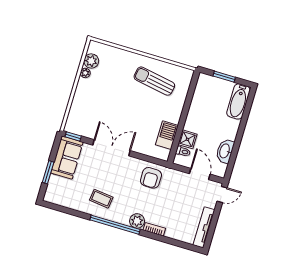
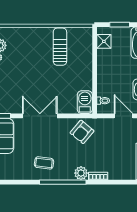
sun lounger: (154, 81) -> (60, 47), turned 80
barbecue: (167, 135) -> (85, 102), moved
shower: (188, 139) -> (104, 41), moved
armchair: (151, 178) -> (82, 132), turned 40

